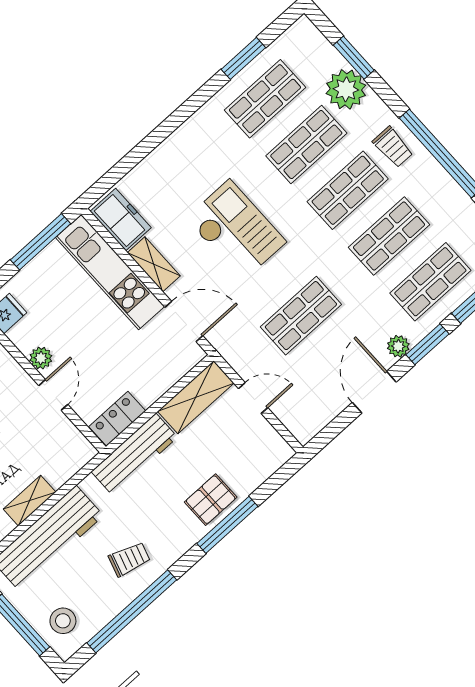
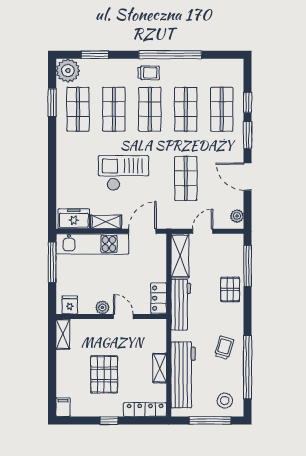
plant: (346, 89) -> (68, 71), moved
plant: (398, 346) -> (237, 216), moved
window: (227, 525) -> (248, 266), moved

